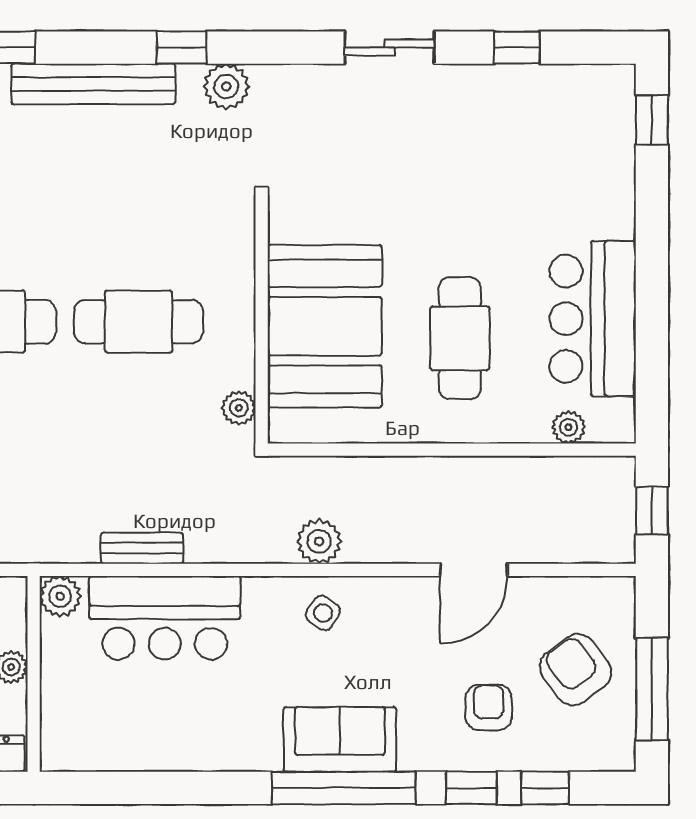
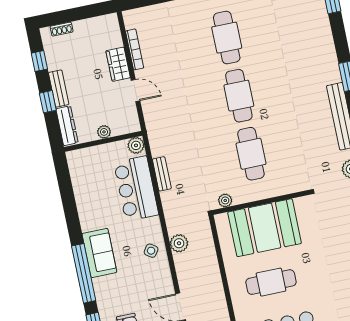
sofa: (340, 739) -> (99, 253), moved

